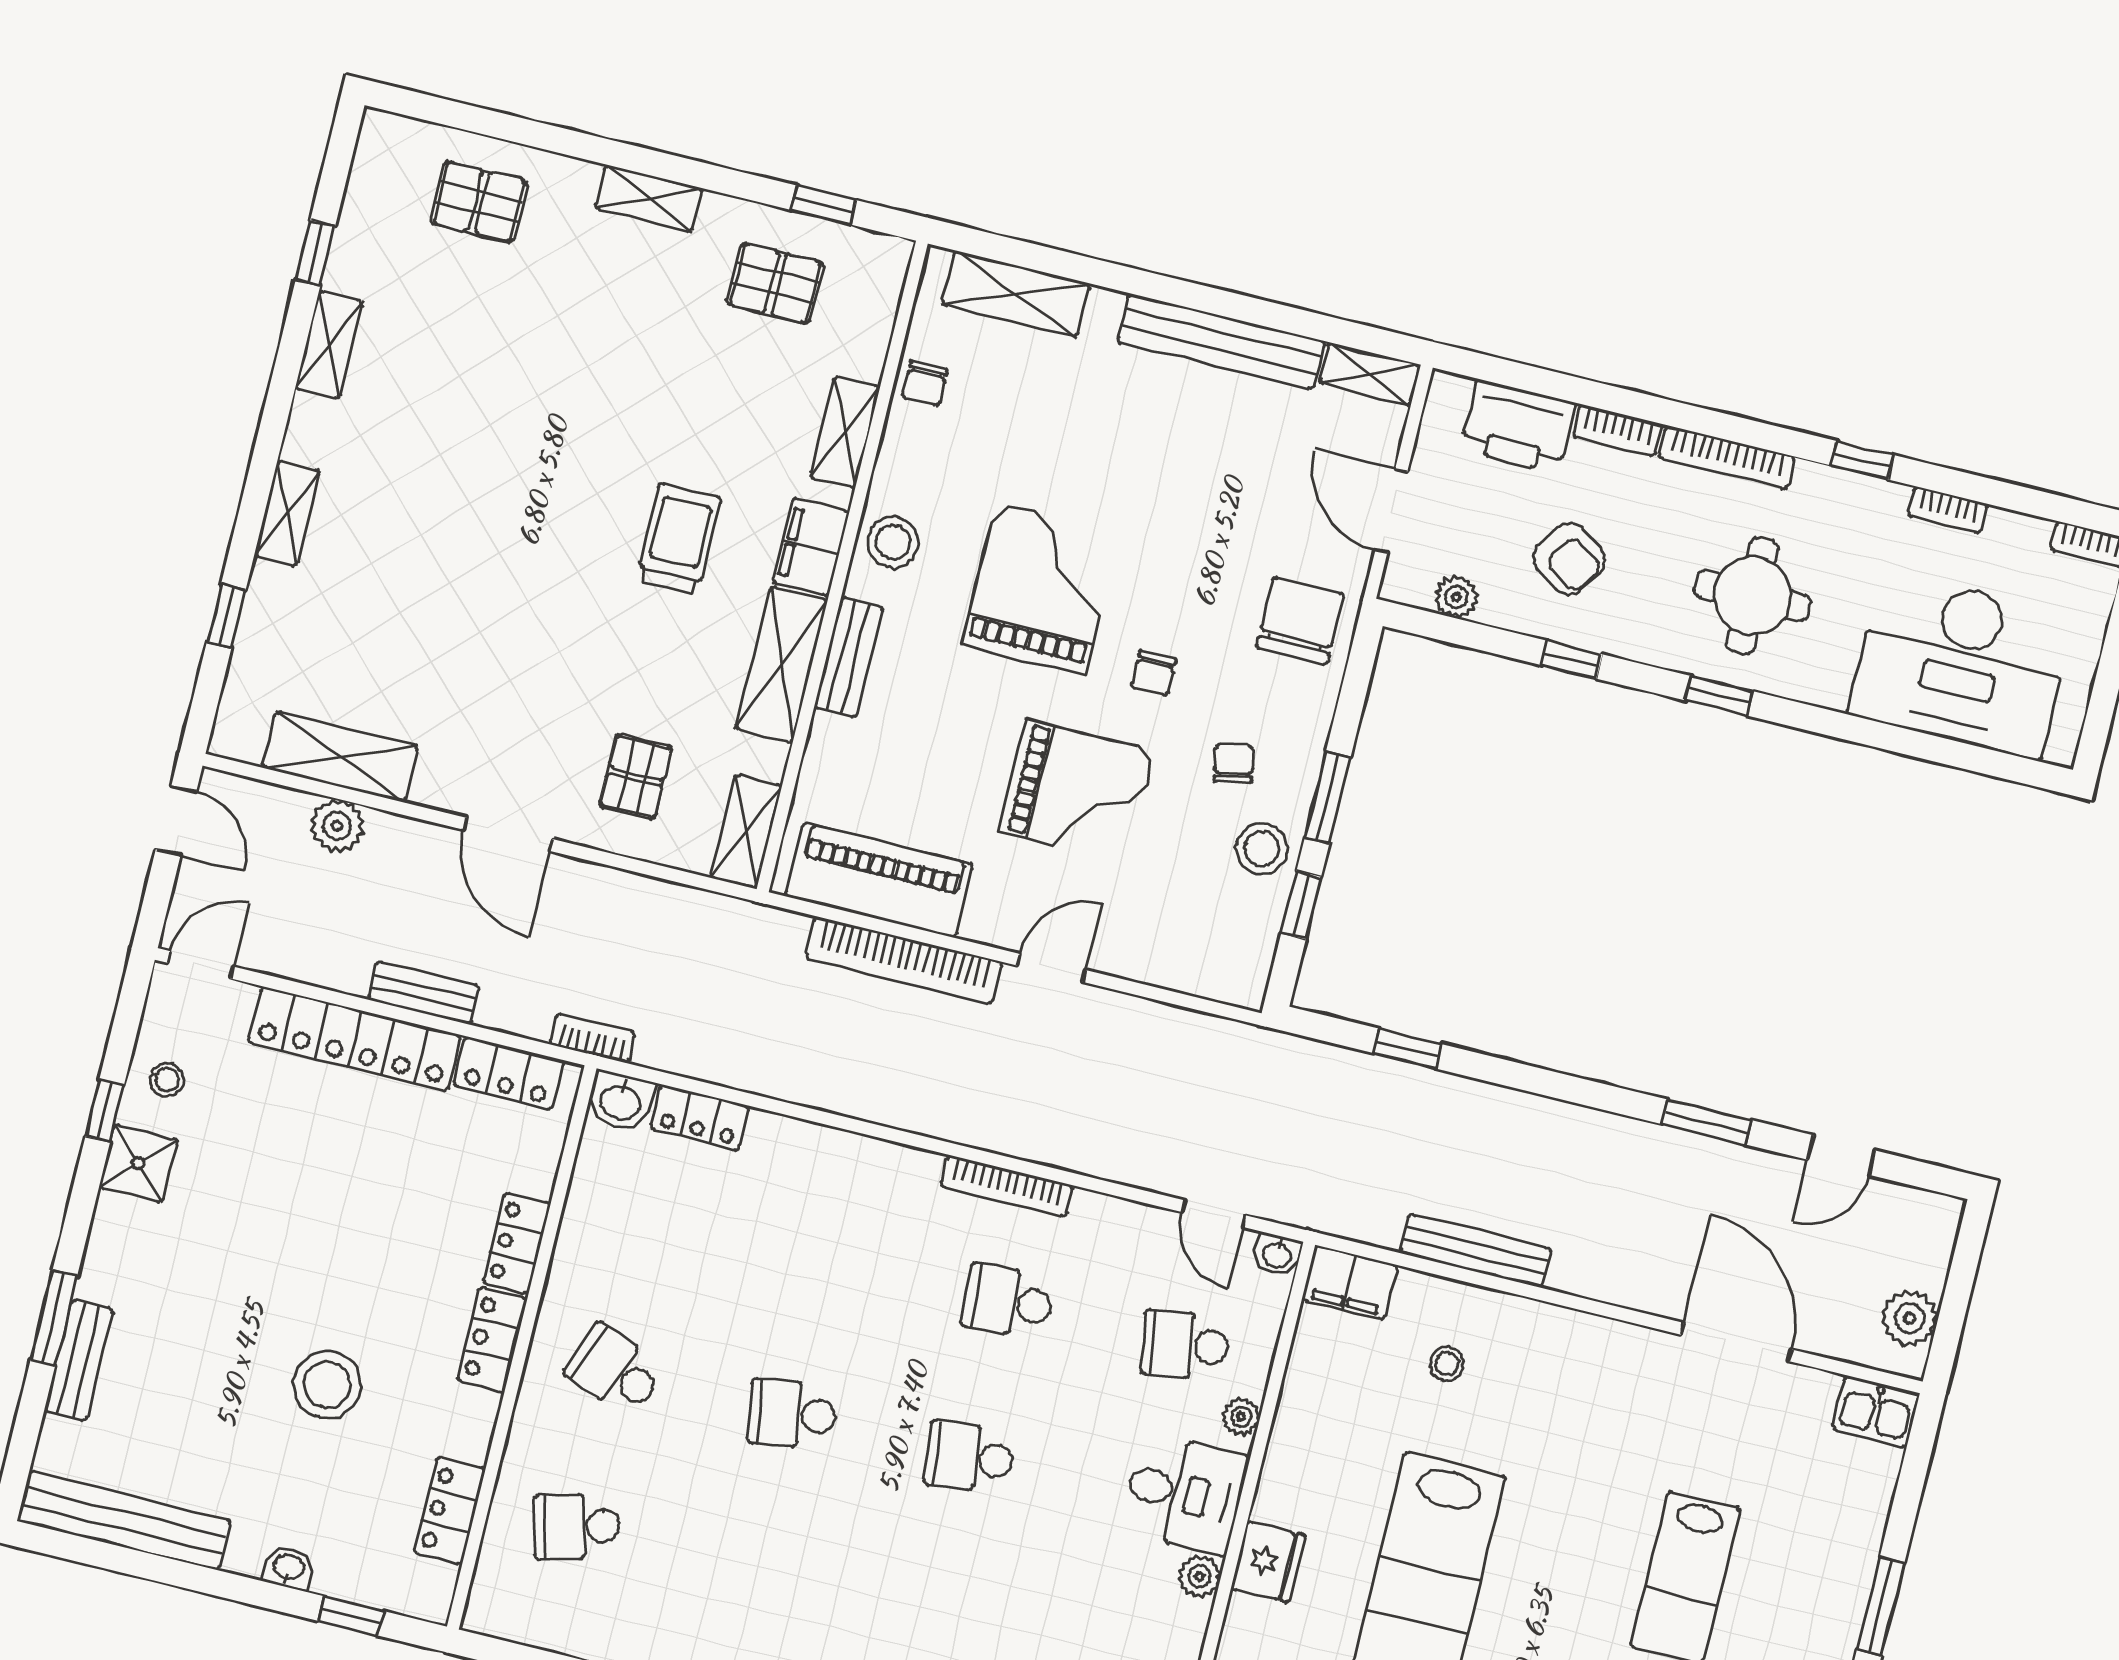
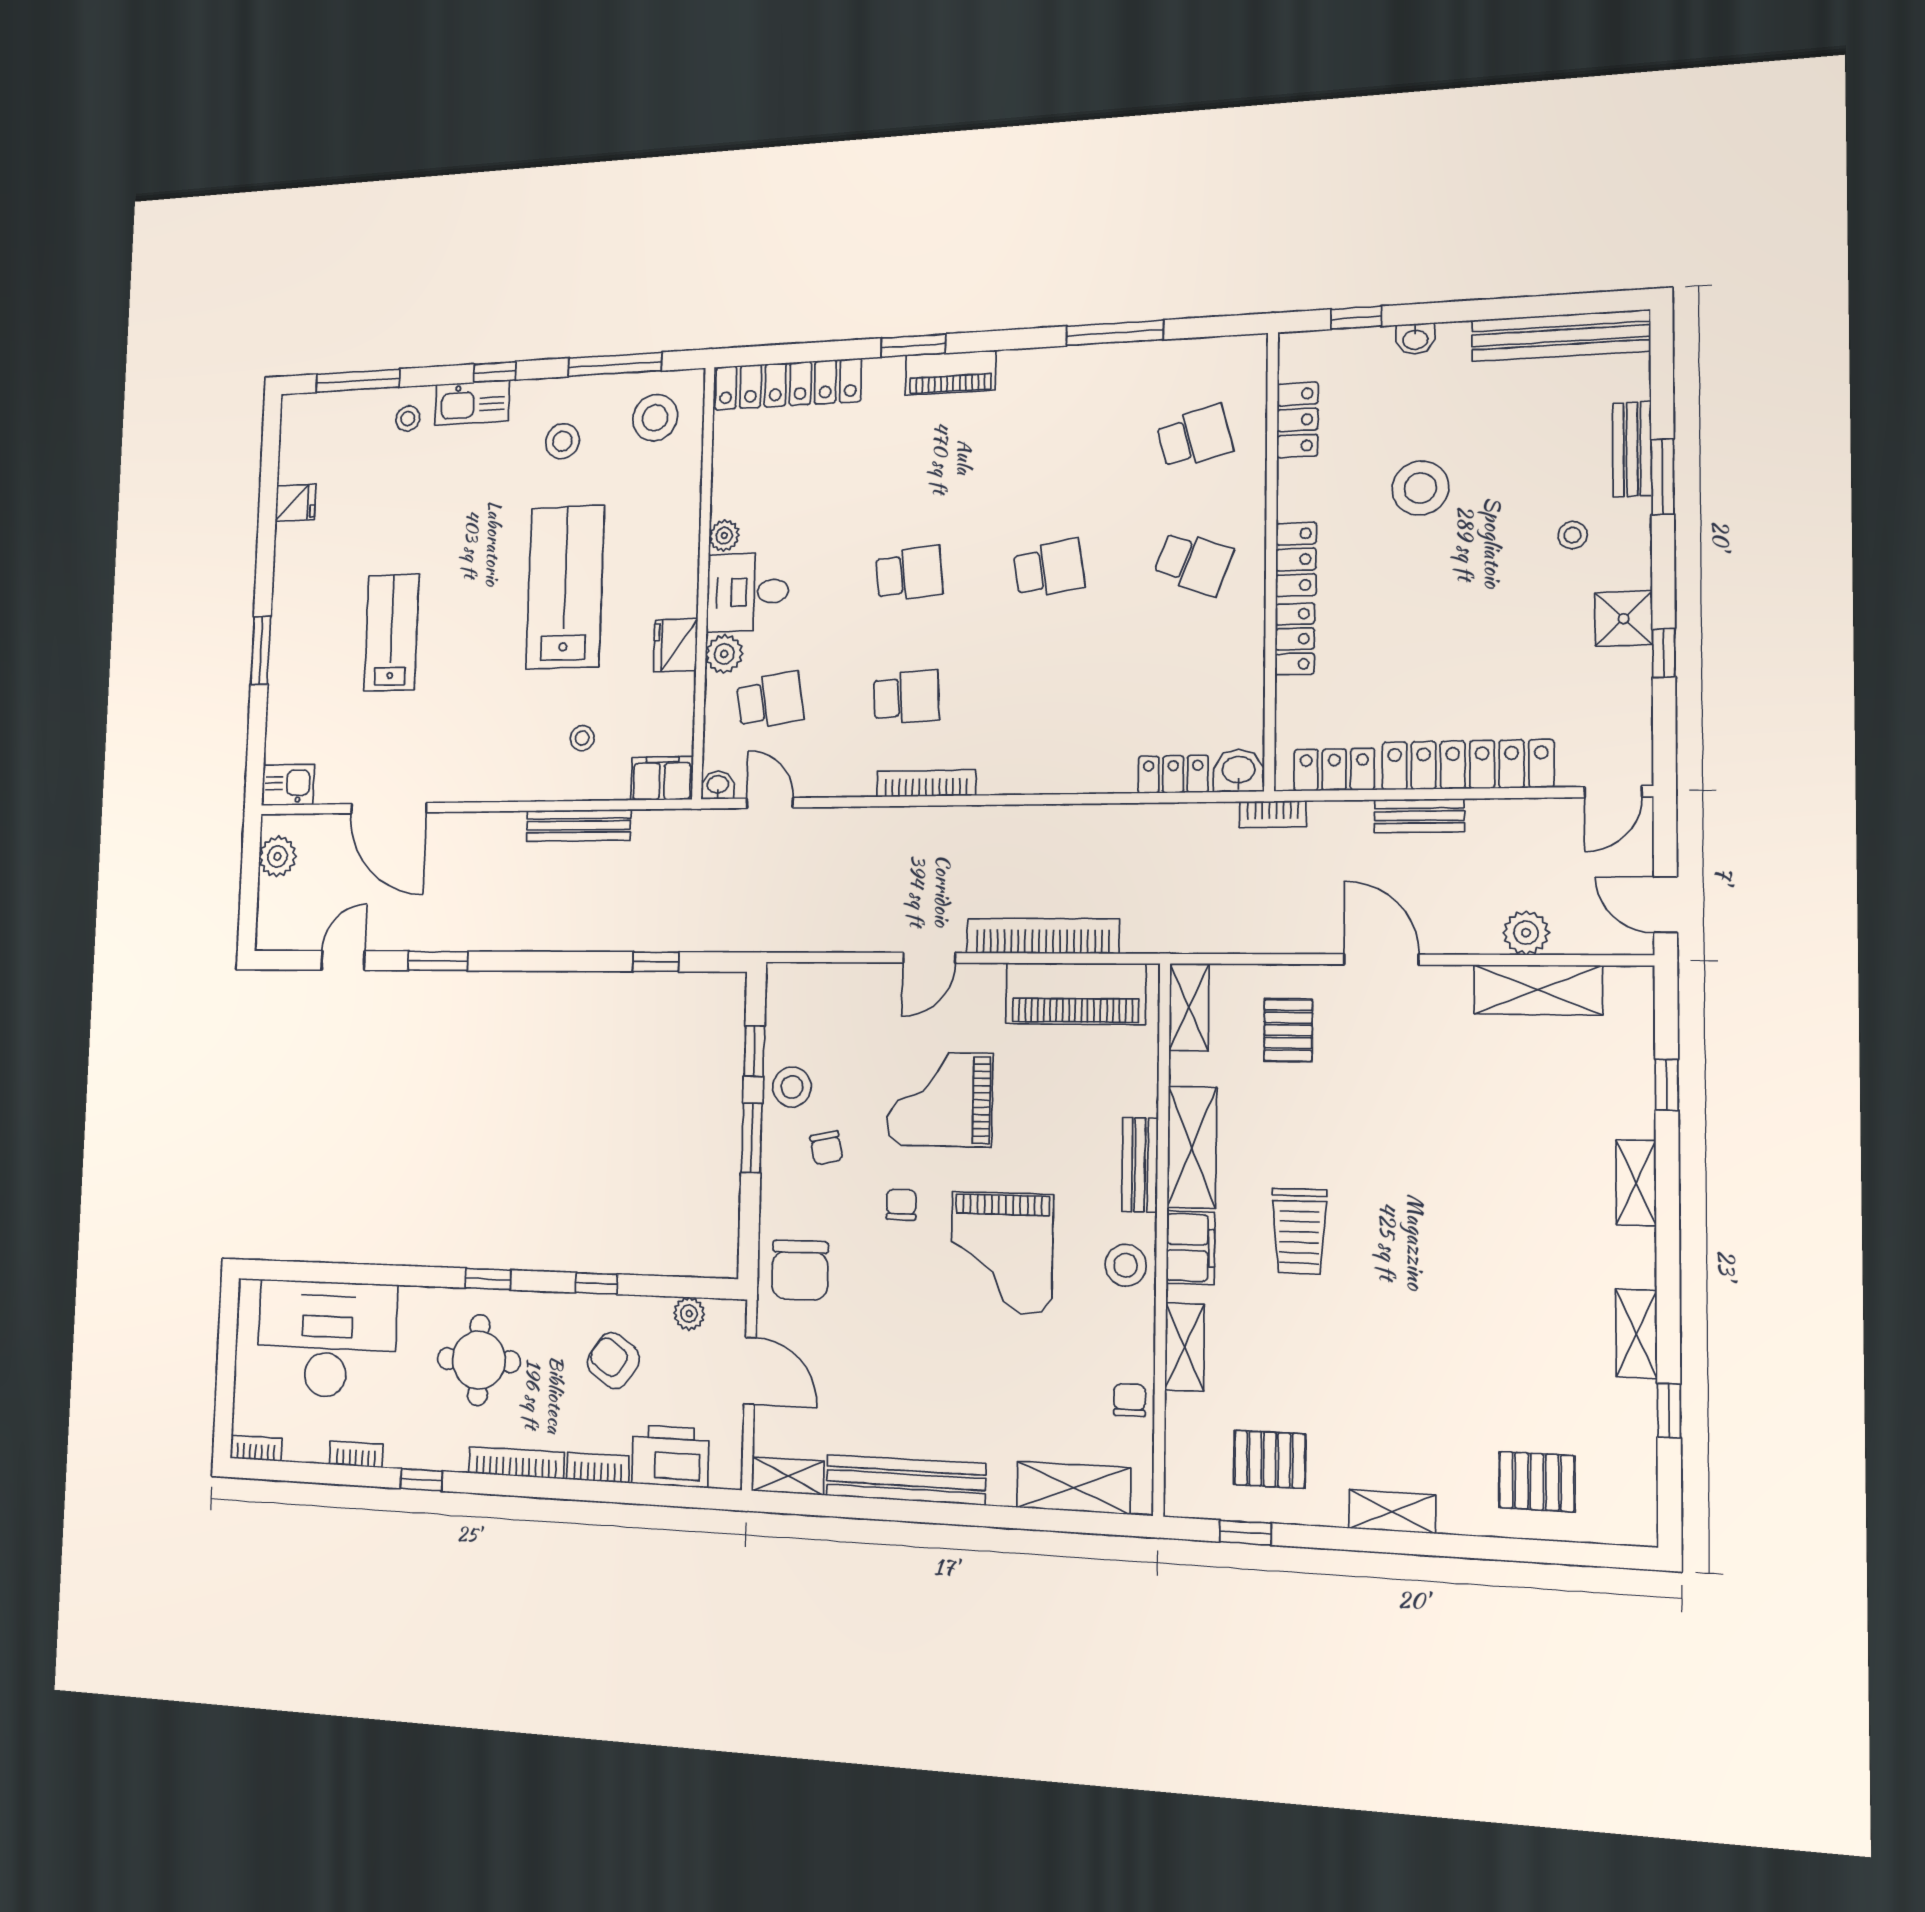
stool: (167, 1080) -> (1573, 535), moved
plant: (1241, 1417) -> (724, 654), width x1.38, depth x1.38
fridge: (1268, 1562) -> (676, 645), moved

